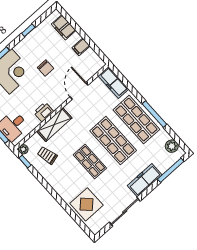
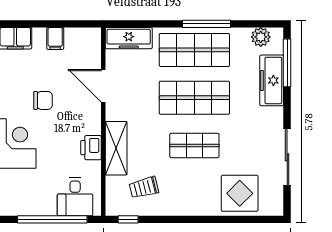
plant: (23, 149) -> (112, 209), removed
freezer: (145, 180) -> (272, 80), moved

